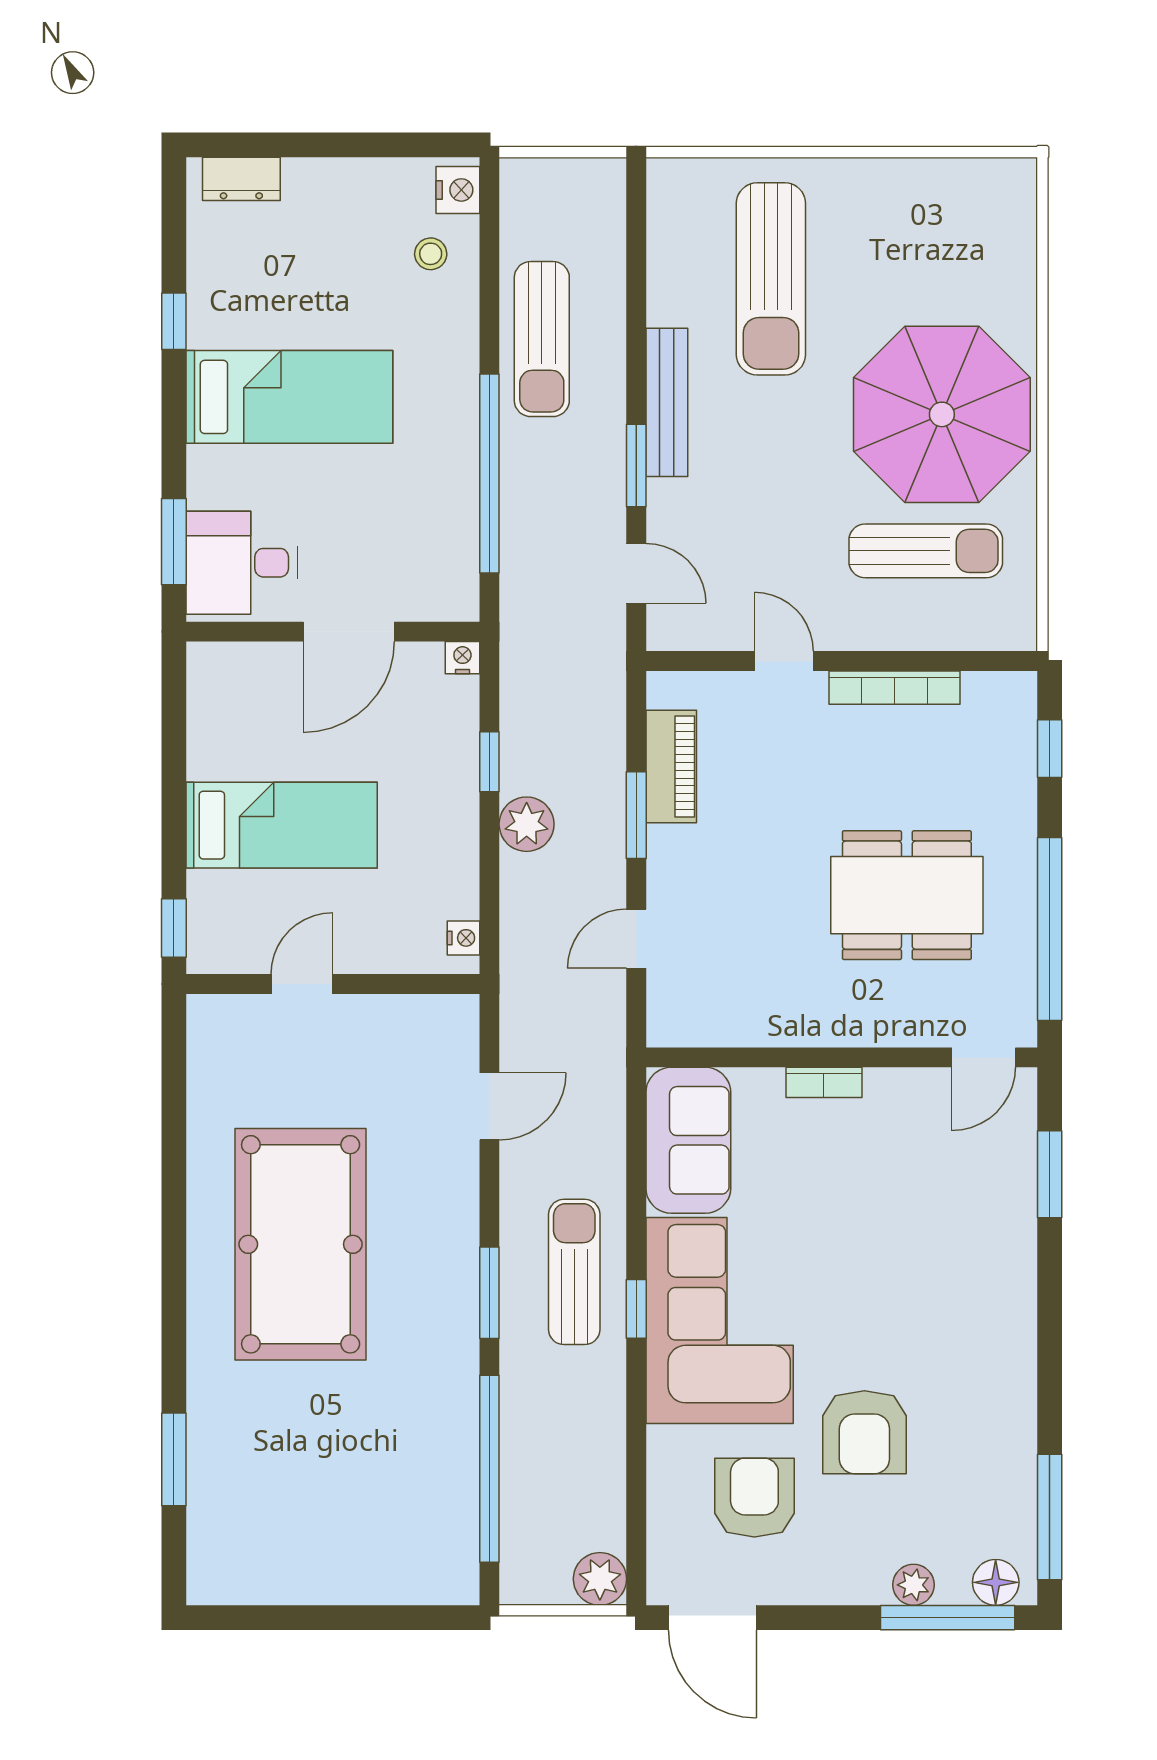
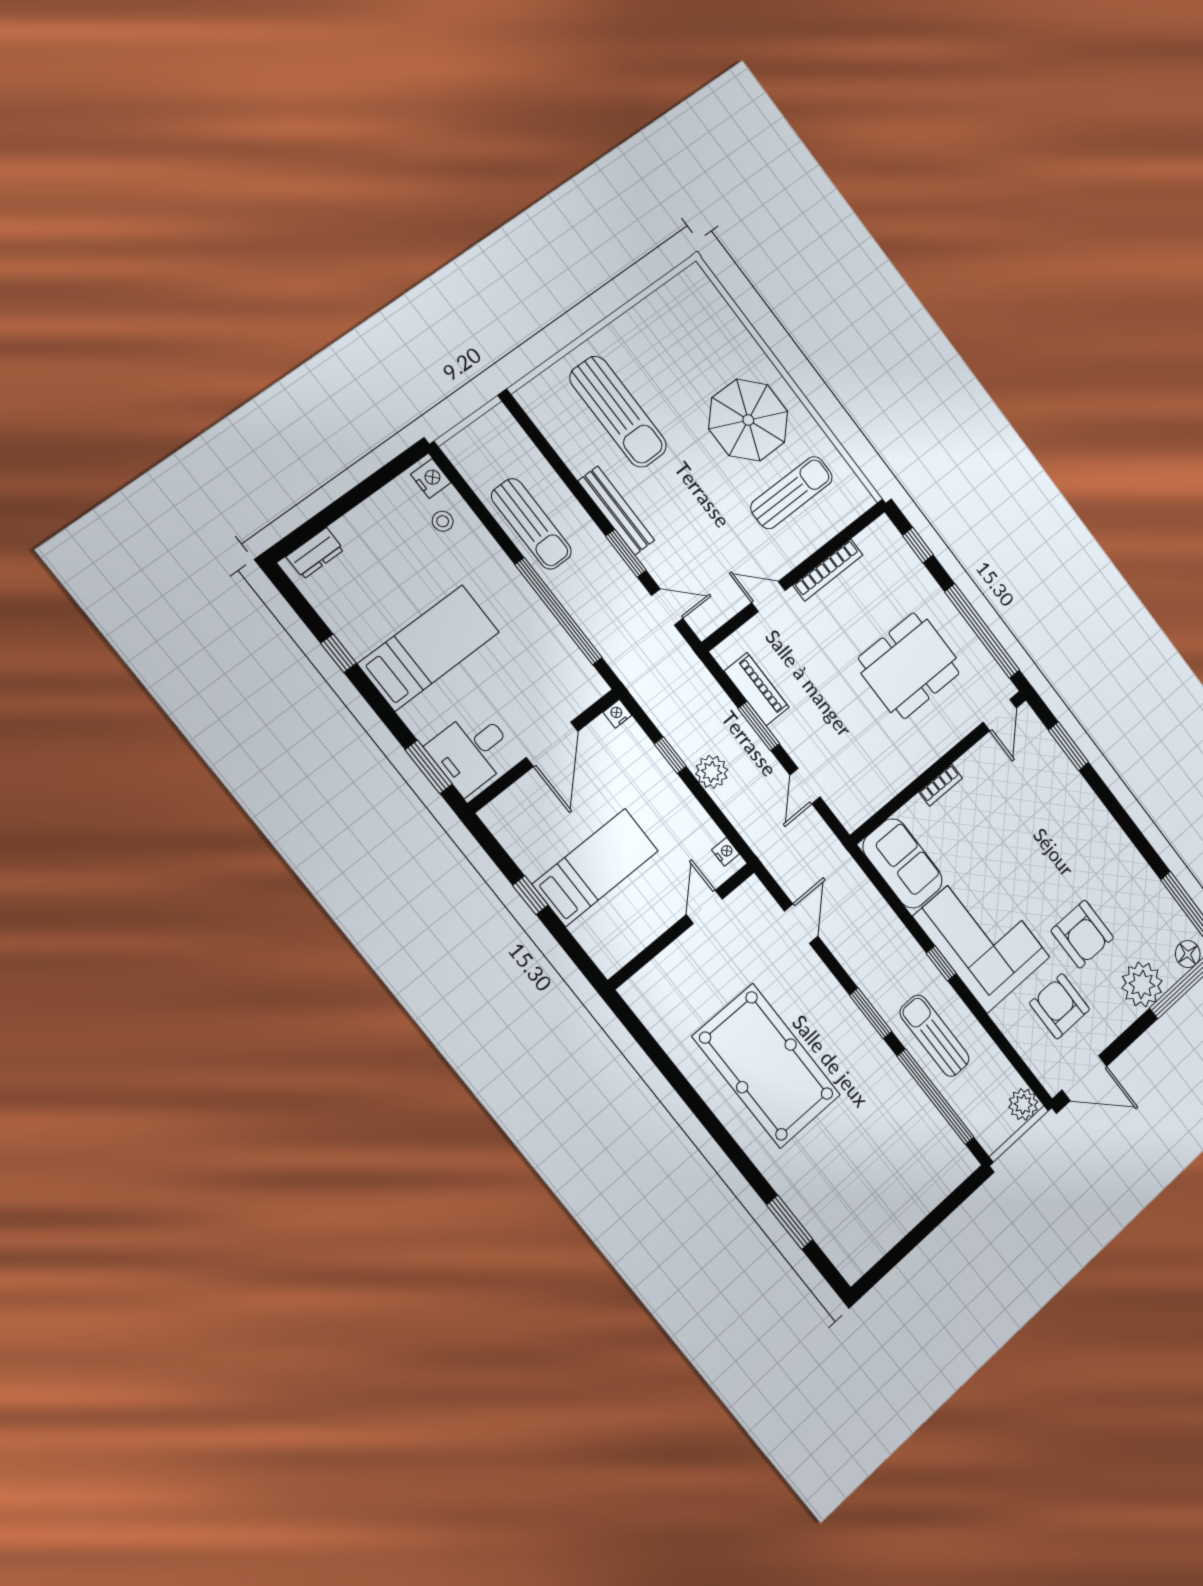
parasol: (942, 414) -> (748, 420), width x0.73, depth x0.73
window: (174, 928) -> (530, 895), moved
door: (302, 984) -> (704, 907), moved
sun lounger: (574, 1272) -> (935, 1036), moved
plant: (914, 1585) -> (1142, 984), width x1.88, depth x1.88

